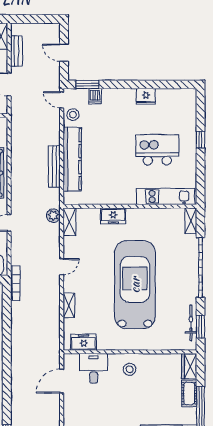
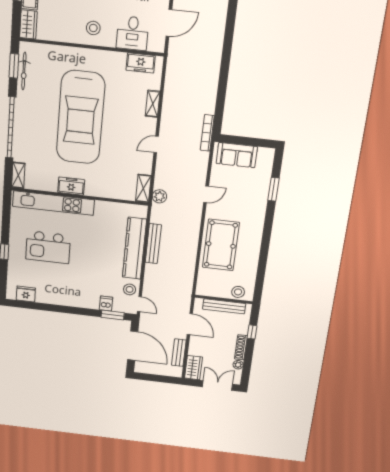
door: (64, 53) -> (133, 346), width x1.88
fridge: (146, 96) -> (26, 294), moved
kitchen unit: (165, 197) -> (53, 203), width x1.36
freezer: (113, 216) -> (71, 186), moved

